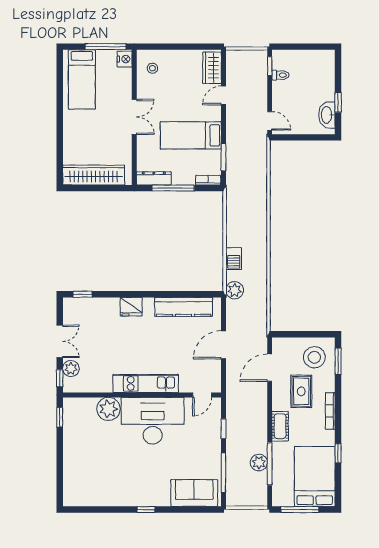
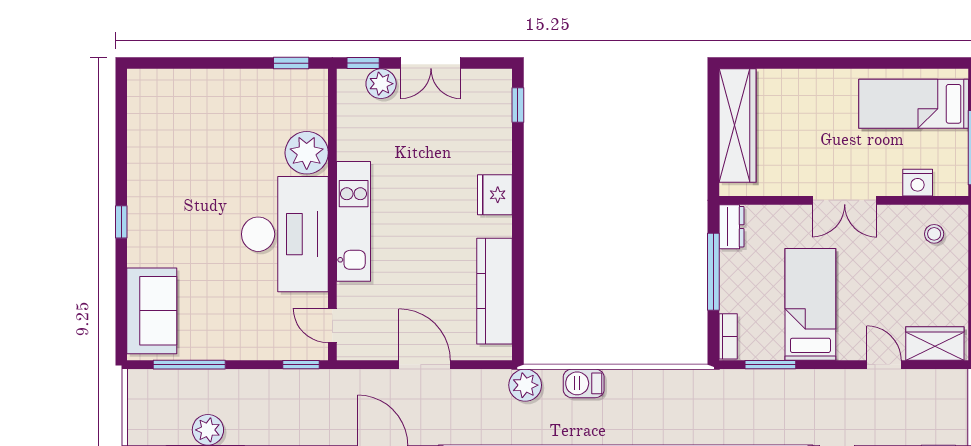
nightstand: (125, 59) -> (918, 183), moved
dresser: (154, 178) -> (731, 227), width x0.70
window: (223, 429) -> (301, 365), moved

